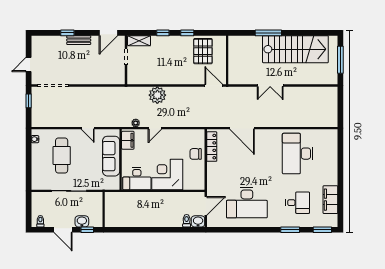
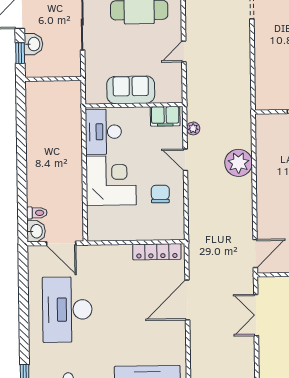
double door: (270, 86) -> (256, 315), moved
chair: (196, 154) -> (160, 194), moved
sofa: (111, 156) -> (131, 90), width x0.73

